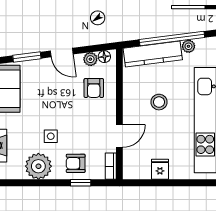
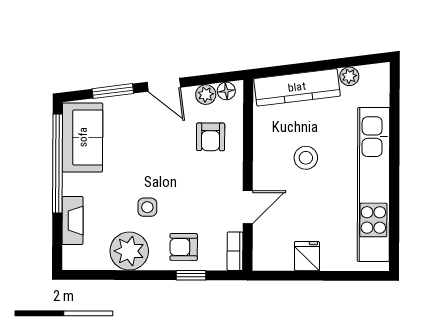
window: (172, 39) -> (325, 65), removed

